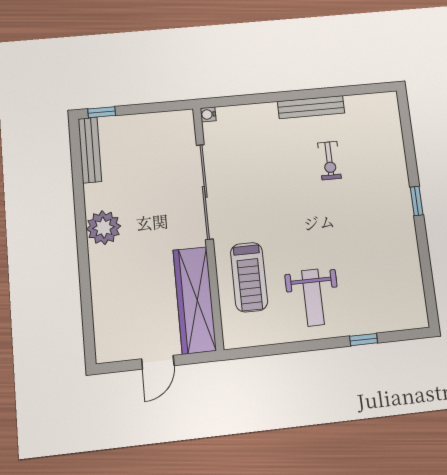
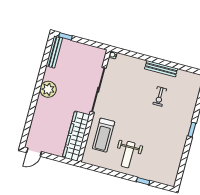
door: (158, 362) -> (34, 152), moved

